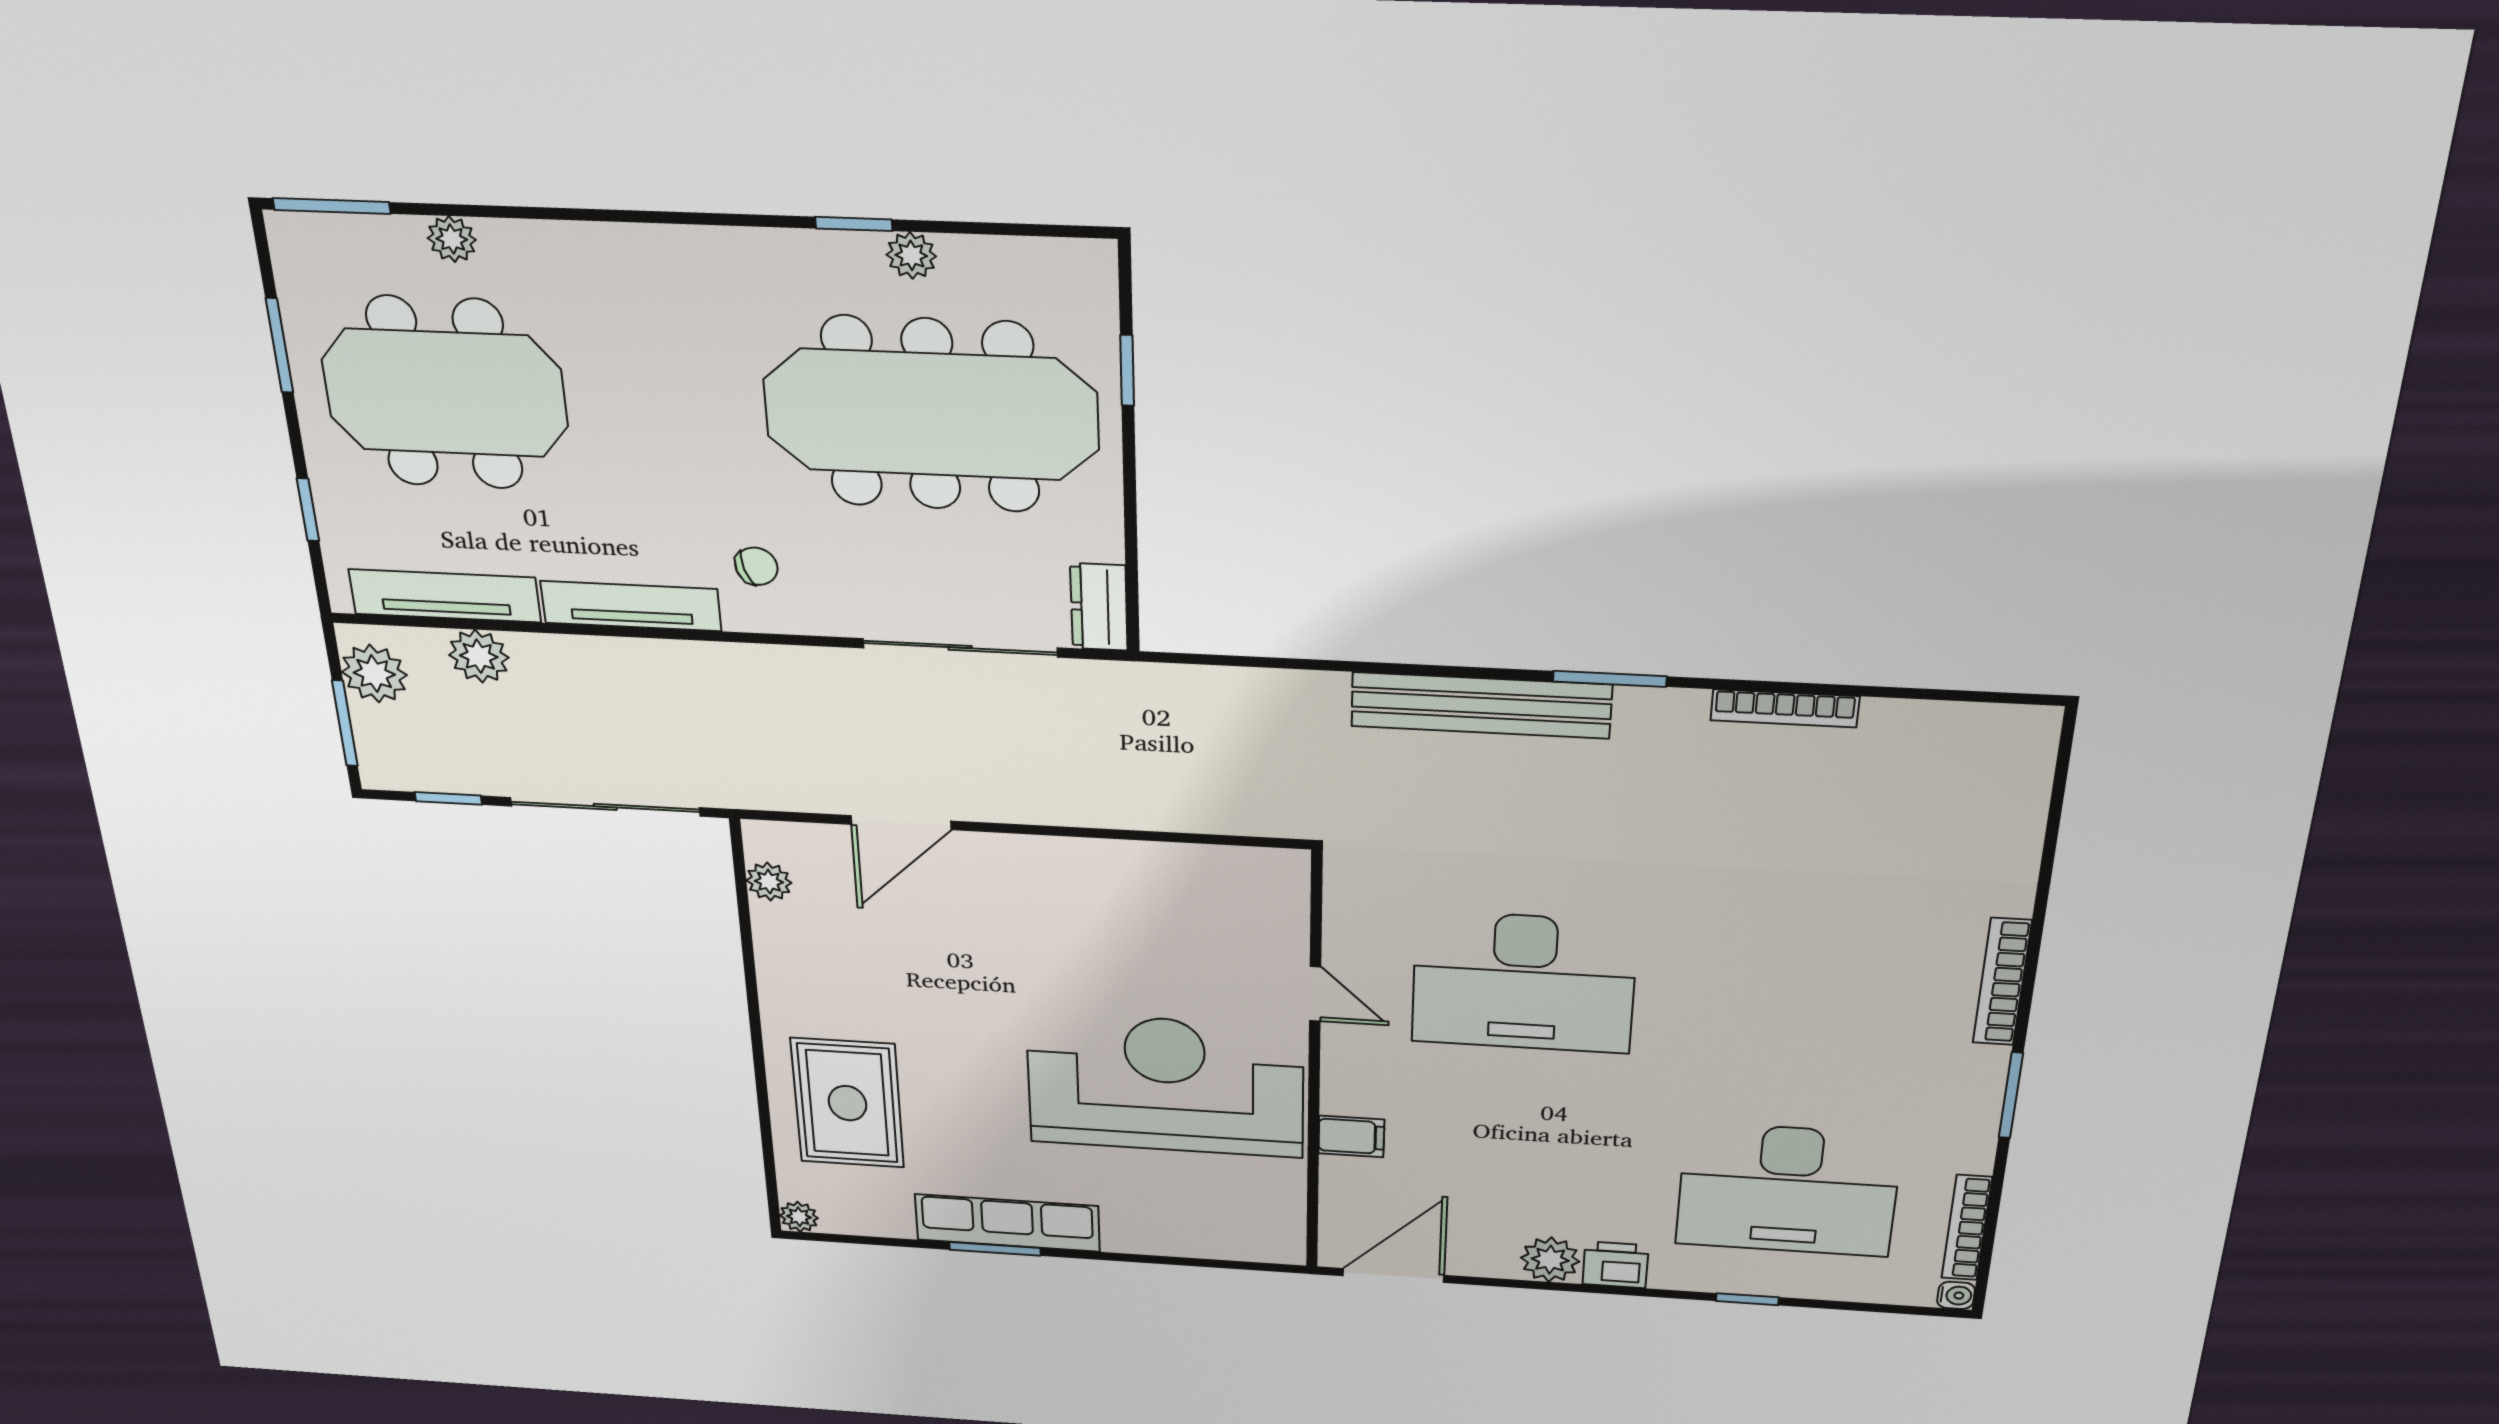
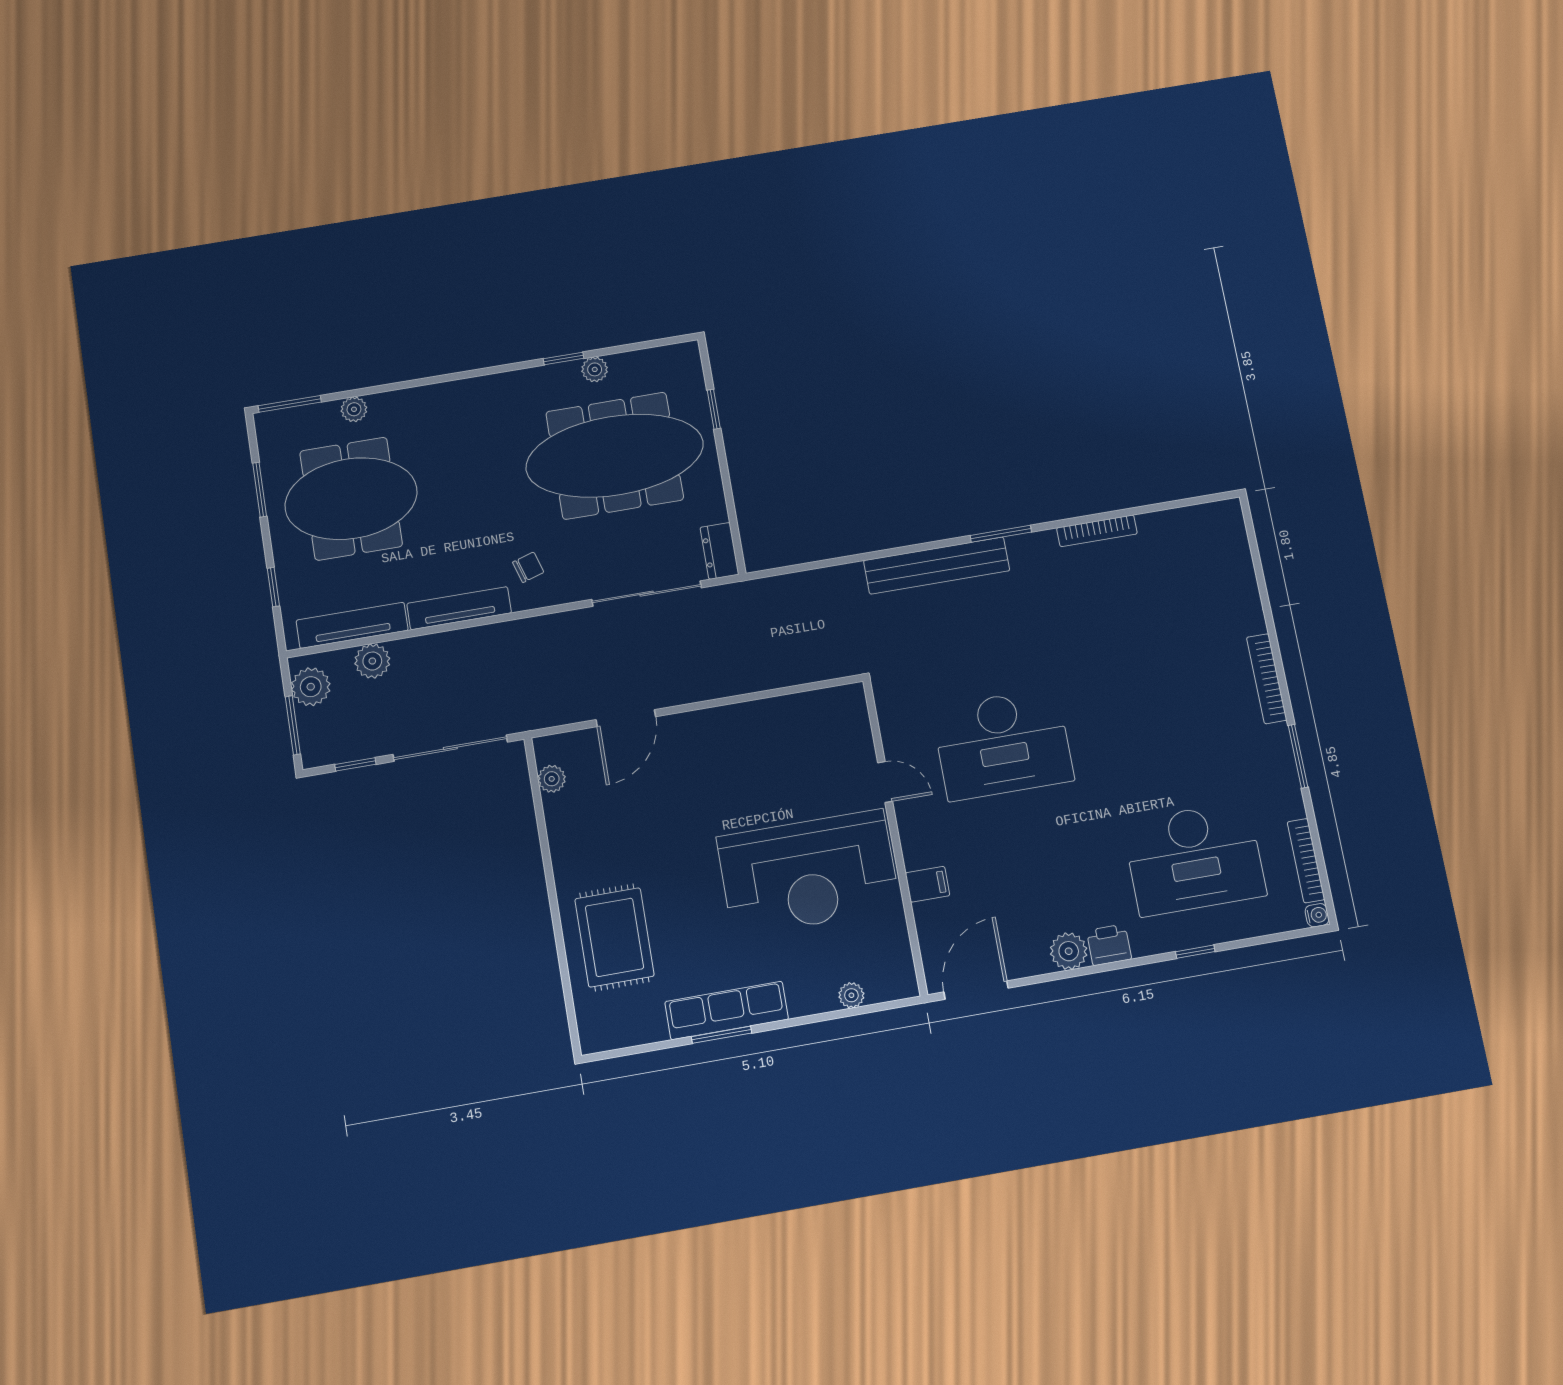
reception desk: (1165, 1085) -> (808, 873), turned 180
plant: (799, 1217) -> (851, 995), moved

